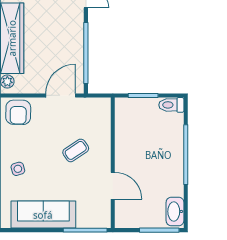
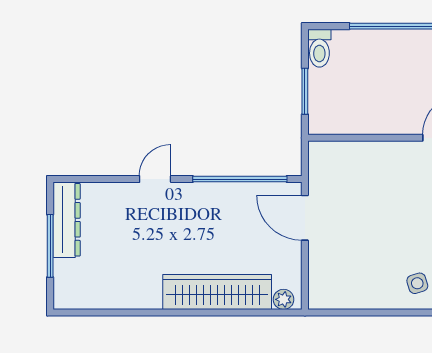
armchair: (18, 112) -> (331, 283), removed
coffee table: (76, 150) -> (389, 195), removed

